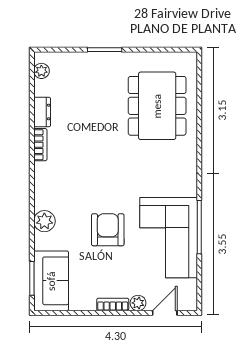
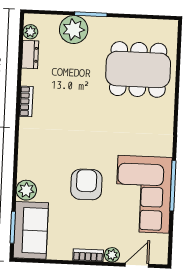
plant: (87, 67) -> (74, 30), added
dining table: (157, 106) -> (138, 69), turned 90
dresser: (42, 112) -> (30, 55), moved
plant: (44, 221) -> (26, 190), moved

